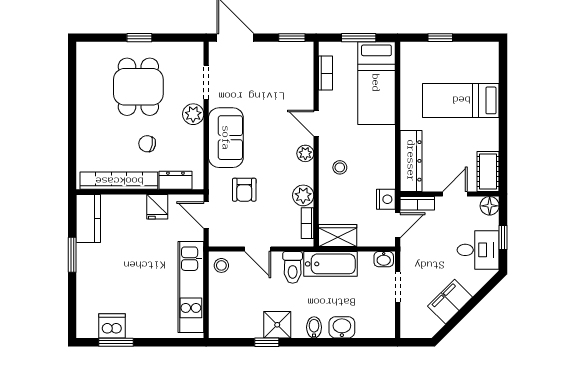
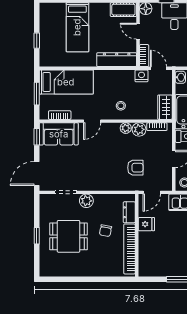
sofa: (226, 138) -> (59, 134), moved, turned 180
plant: (305, 153) -> (126, 128), moved
kitchen counter: (88, 219) -> (154, 269), removed

